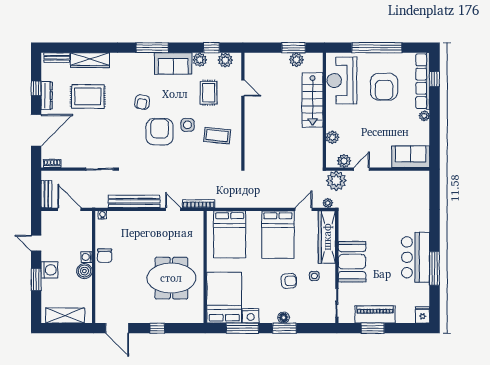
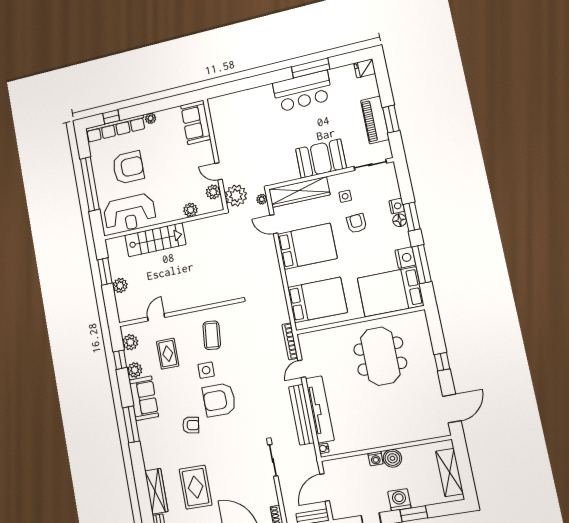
plant: (296, 60) -> (120, 285), moved
rug: (209, 93) -> (168, 354), turned 90
tv unit: (136, 218) -> (320, 409), added
chair: (105, 256) -> (370, 438), removed
nightstand: (296, 318) -> (397, 206), added

